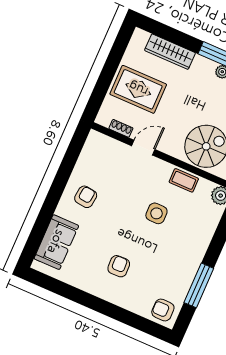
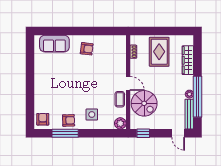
door: (143, 148) -> (128, 83), moved
side table: (156, 213) -> (92, 115), moved
armchair: (119, 266) -> (69, 120), moved

